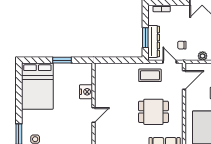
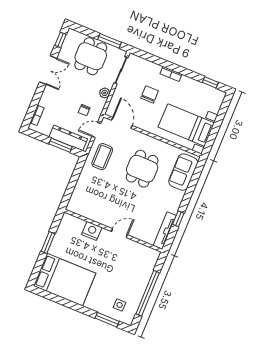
door: (94, 115) -> (119, 233), hinge flipped

